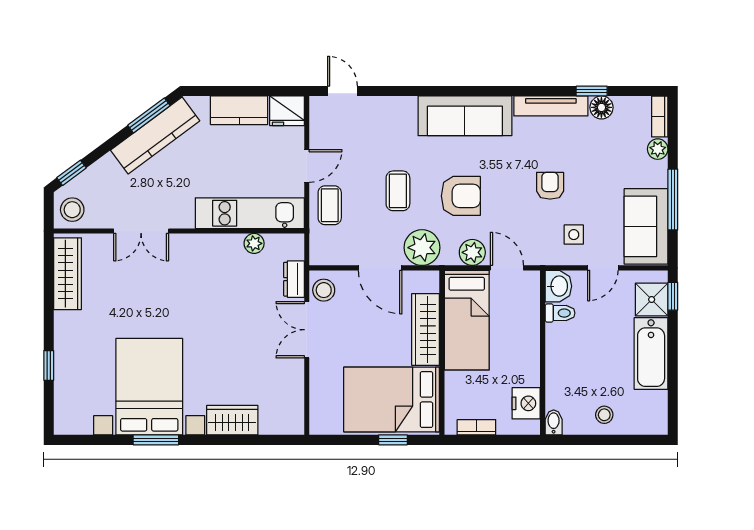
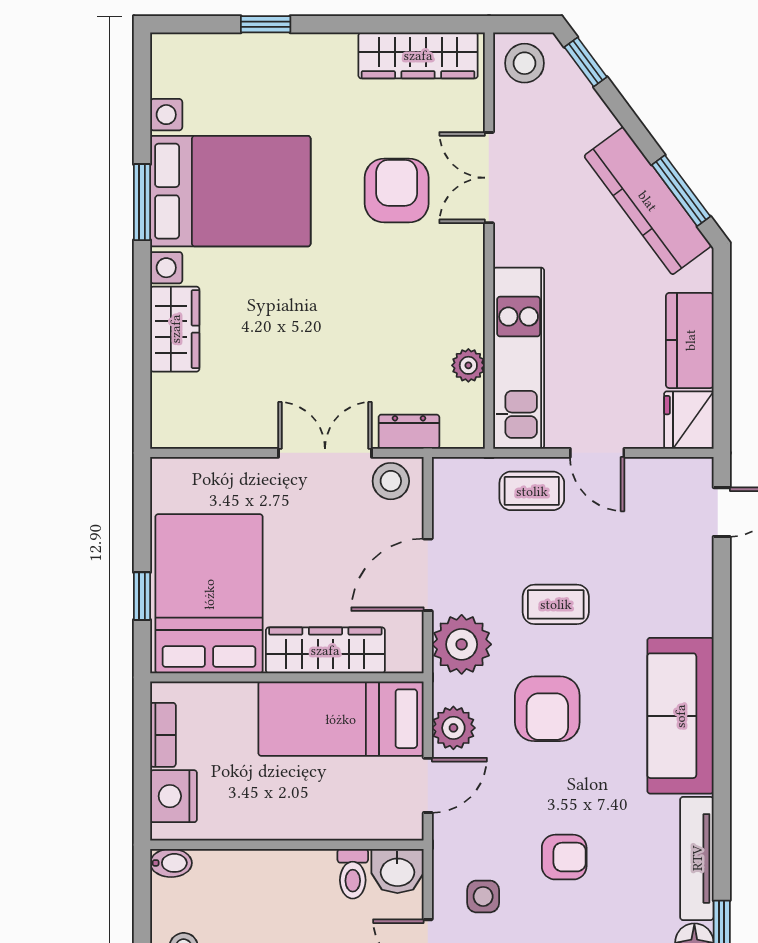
armchair: (149, 287) -> (397, 191), added
nightstand: (526, 403) -> (174, 796), moved, turned 90

